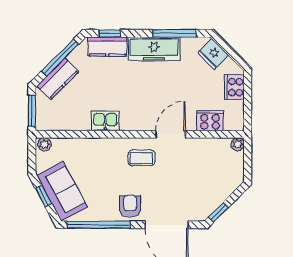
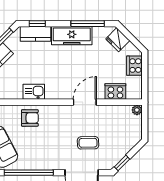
coffee table: (142, 158) -> (88, 143), moved
armchair: (130, 206) -> (30, 118), moved, turned 90

